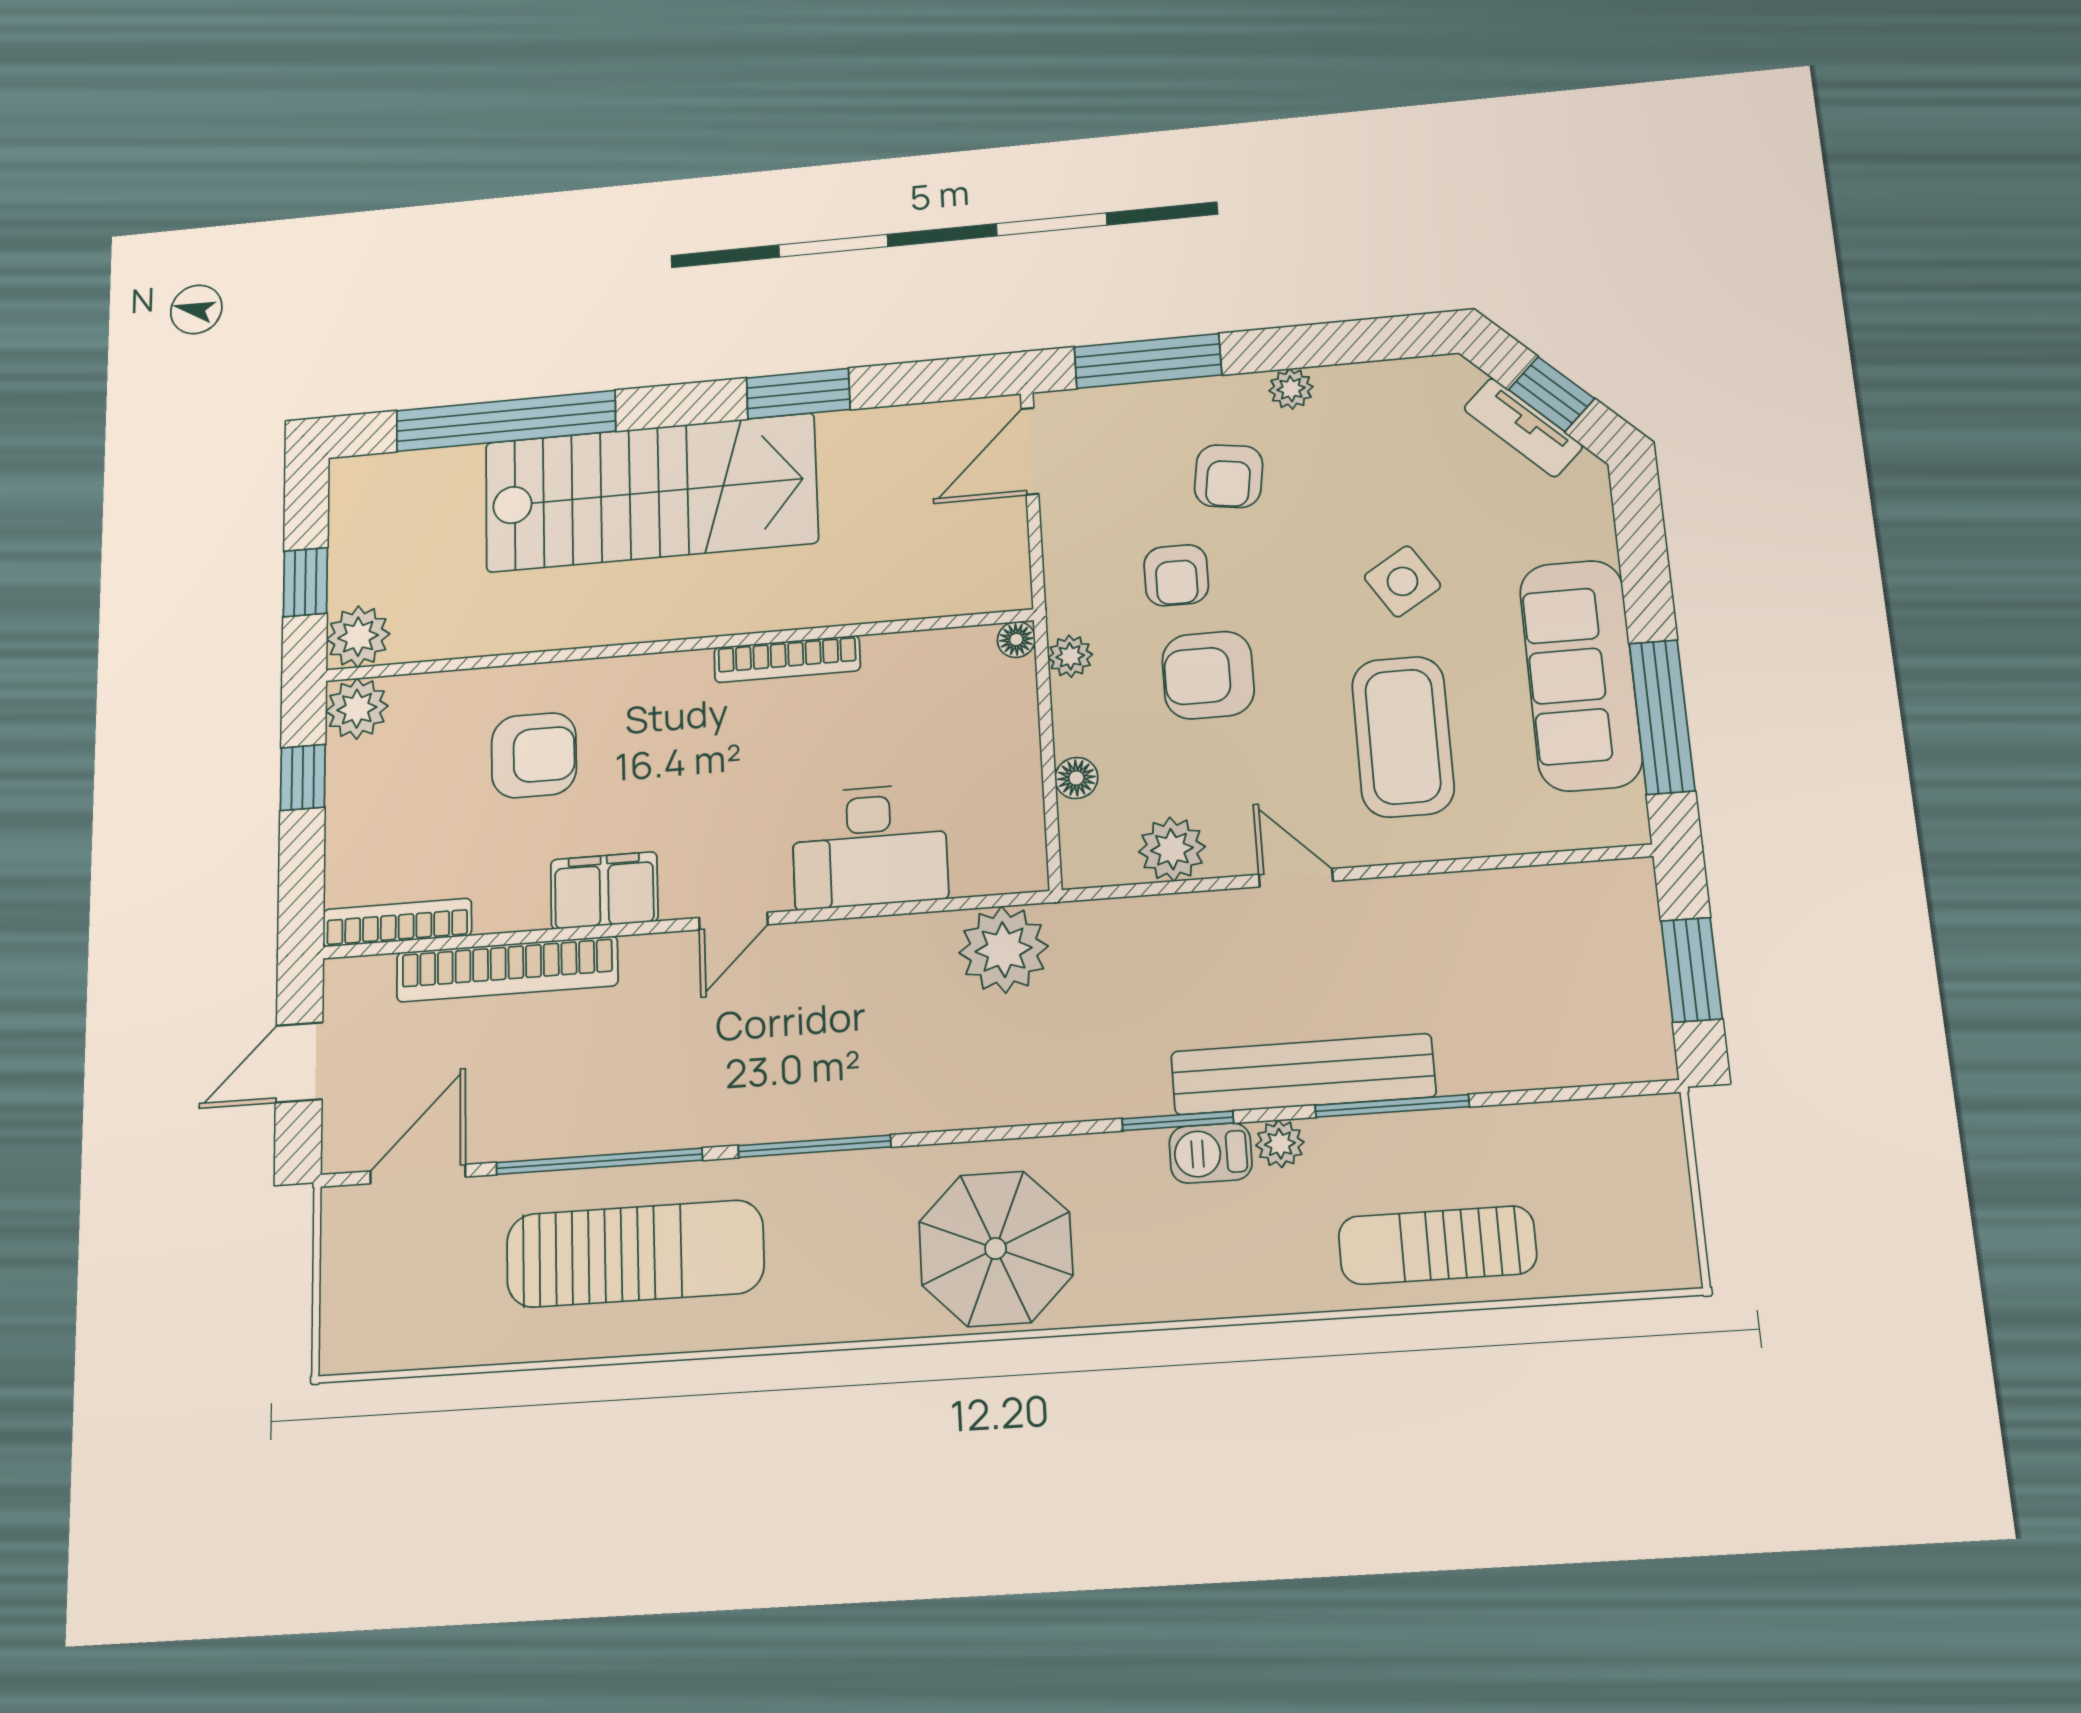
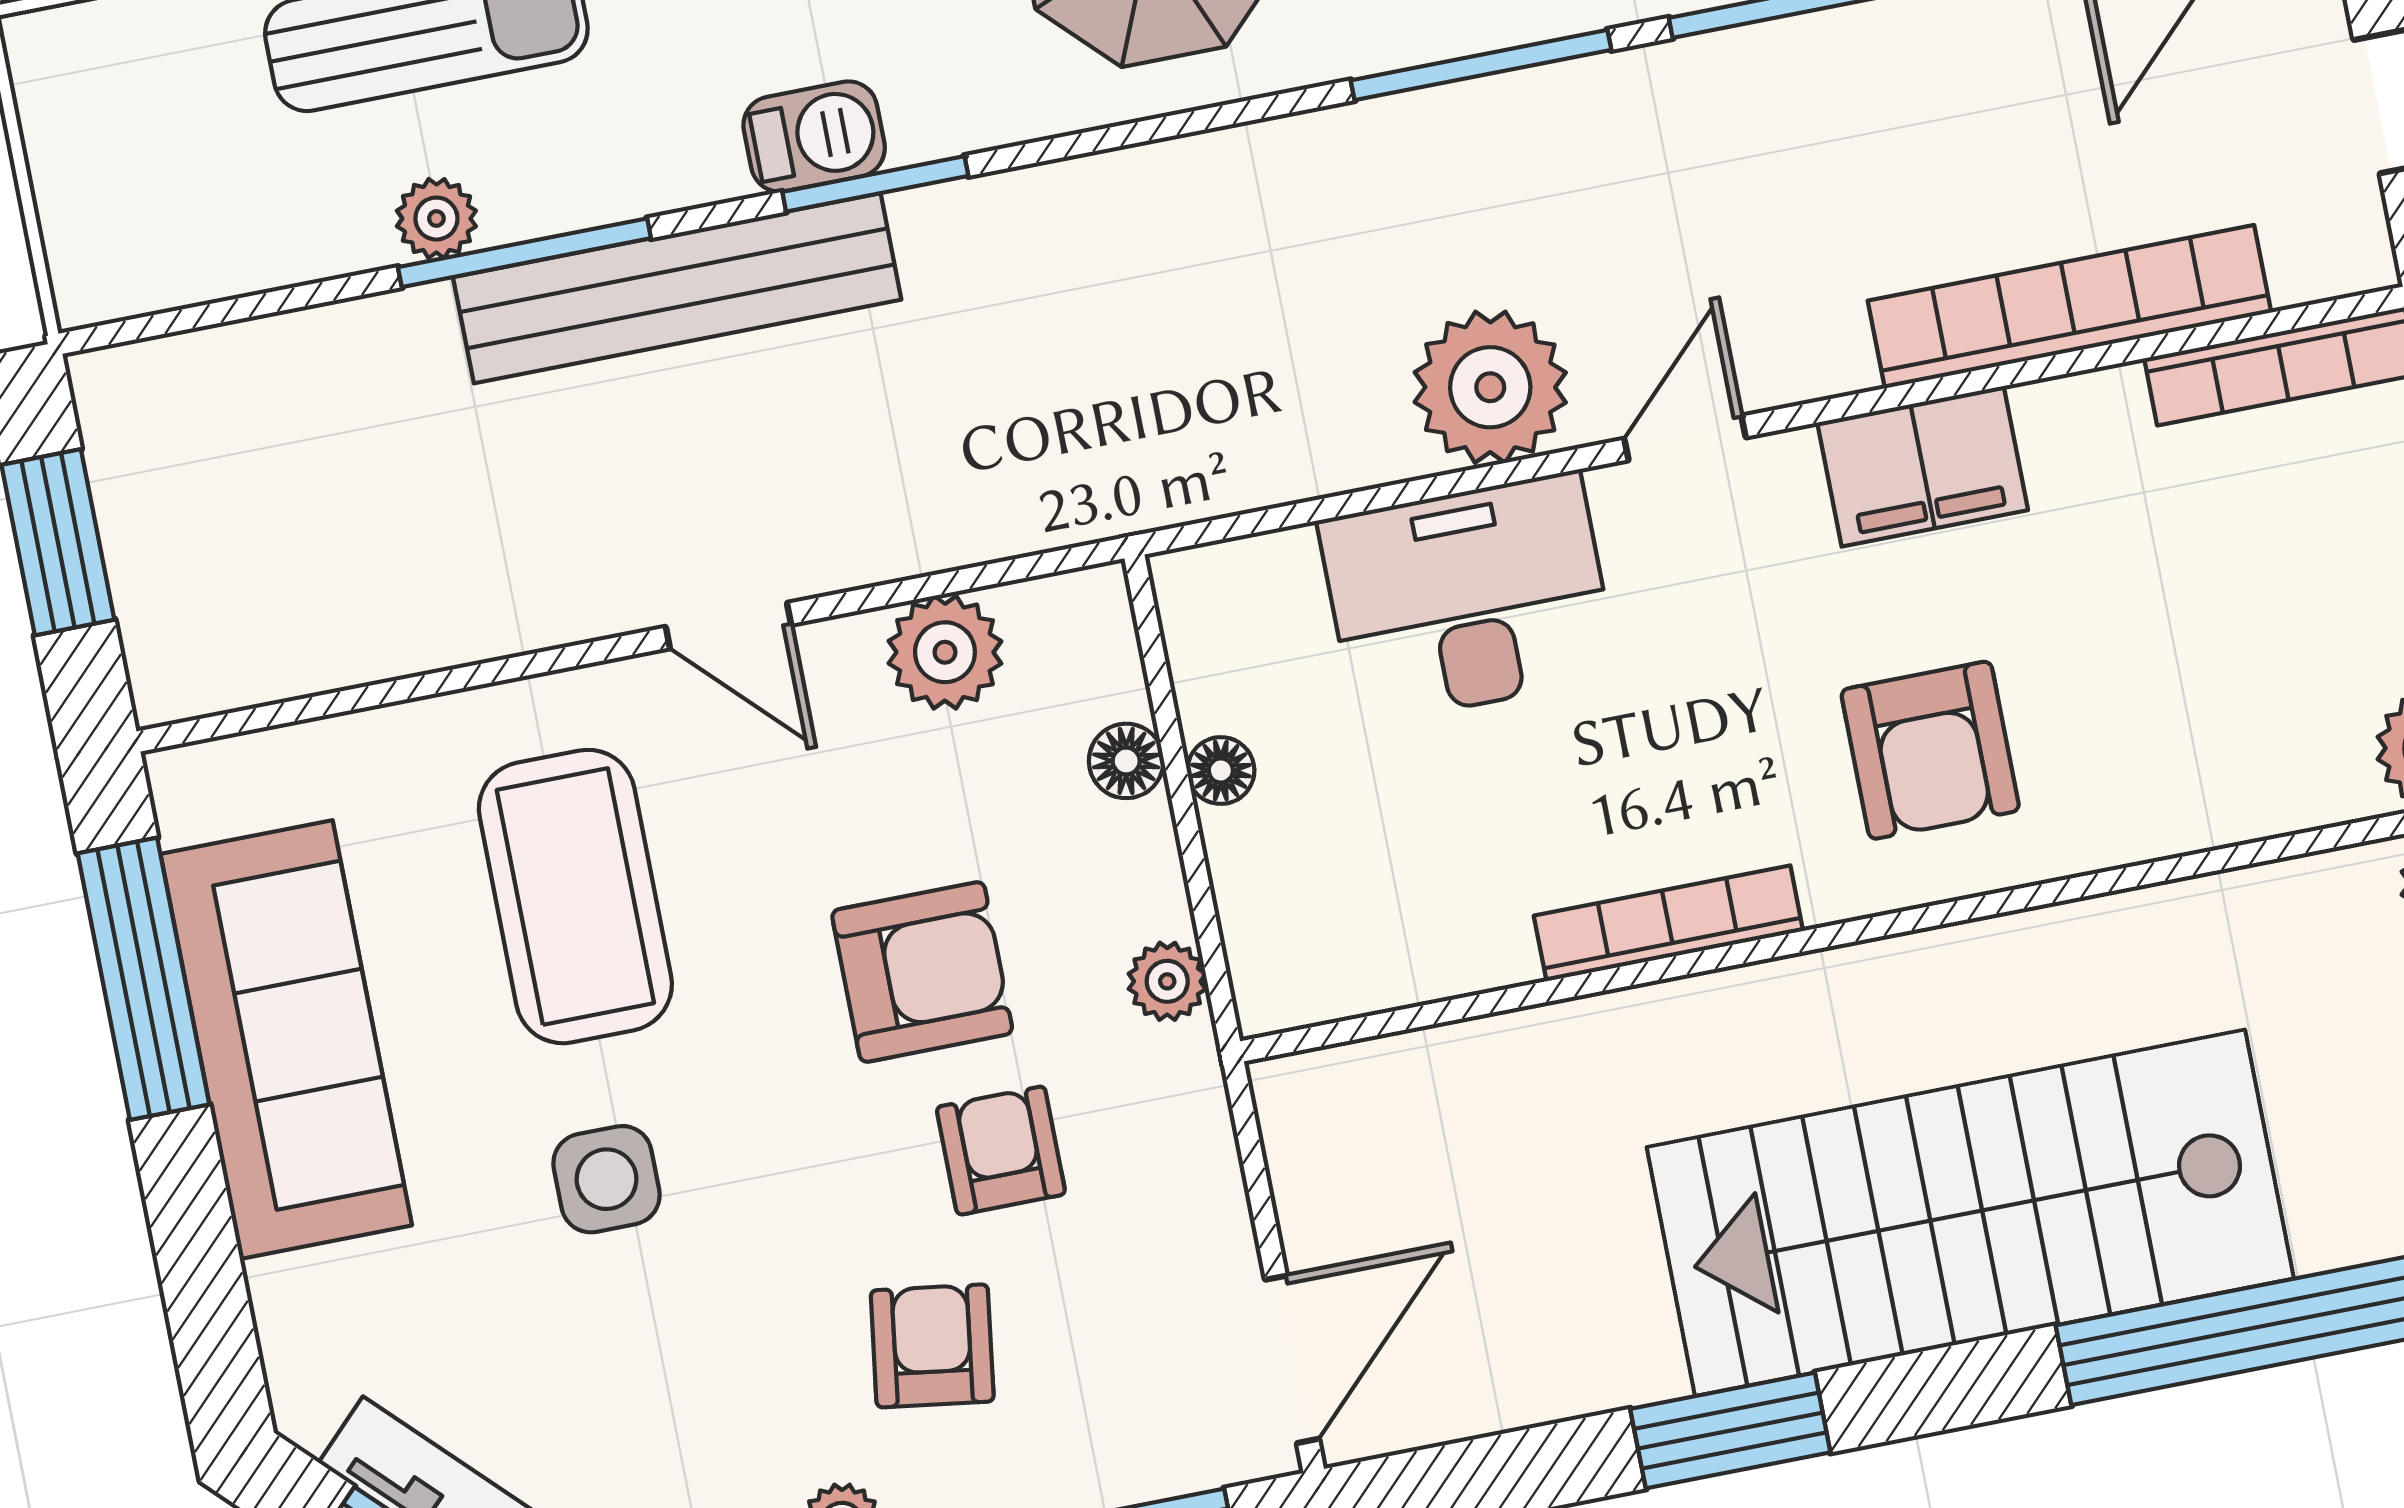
side table: (1402, 581) -> (607, 1179), turned 32
floor lamp: (1016, 640) -> (1221, 771), moved
armchair: (534, 755) -> (1930, 750), moved, turned -90
plant: (1004, 950) -> (1490, 387), moved
plant: (1280, 1144) -> (436, 219), moved

